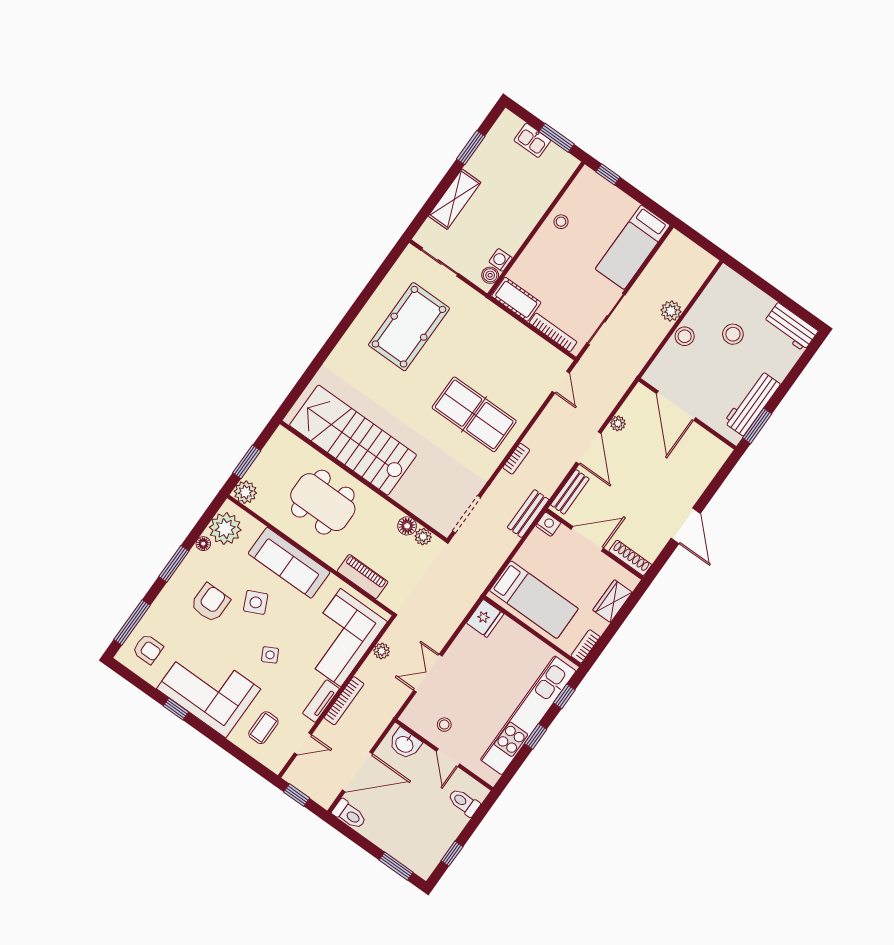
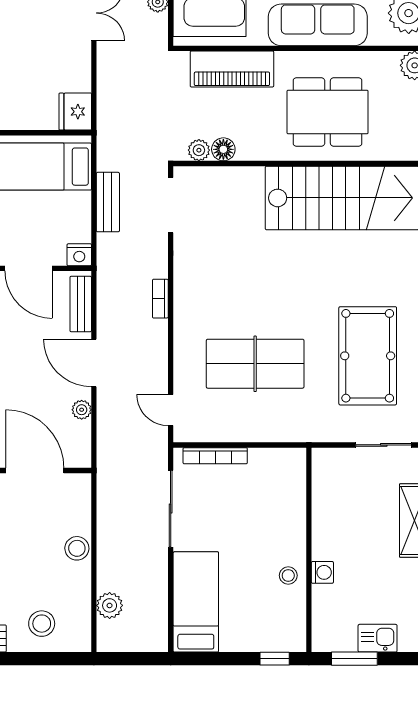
washing machine: (501, 260) -> (322, 572), moved
boiler: (490, 275) -> (322, 468), removed
cot: (516, 299) -> (277, 463), removed
plant: (671, 311) -> (110, 605), moved
stool: (733, 334) -> (42, 624), moved
table tennis table: (474, 414) -> (255, 364), moved
bench: (528, 514) -> (108, 202), moved
door: (587, 539) -> (28, 268), hinge flipped
piano: (363, 577) -> (232, 69), width x1.37, depth x1.33

